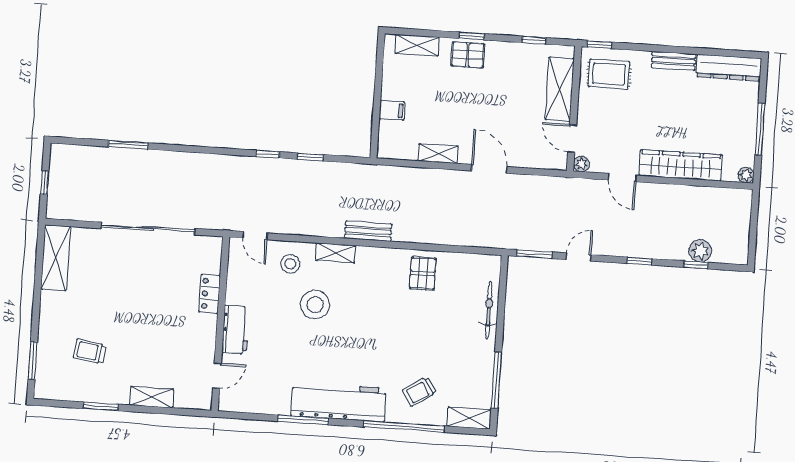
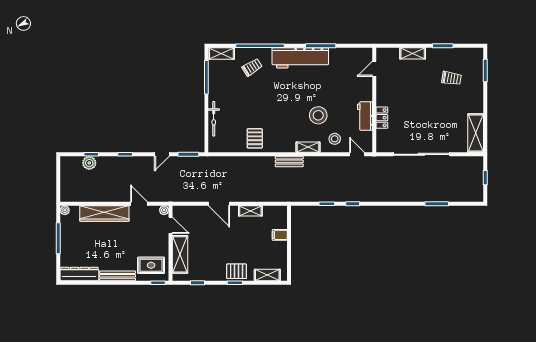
bench: (674, 61) -> (118, 276), width x1.36
workbench: (235, 329) -> (365, 116), moved

